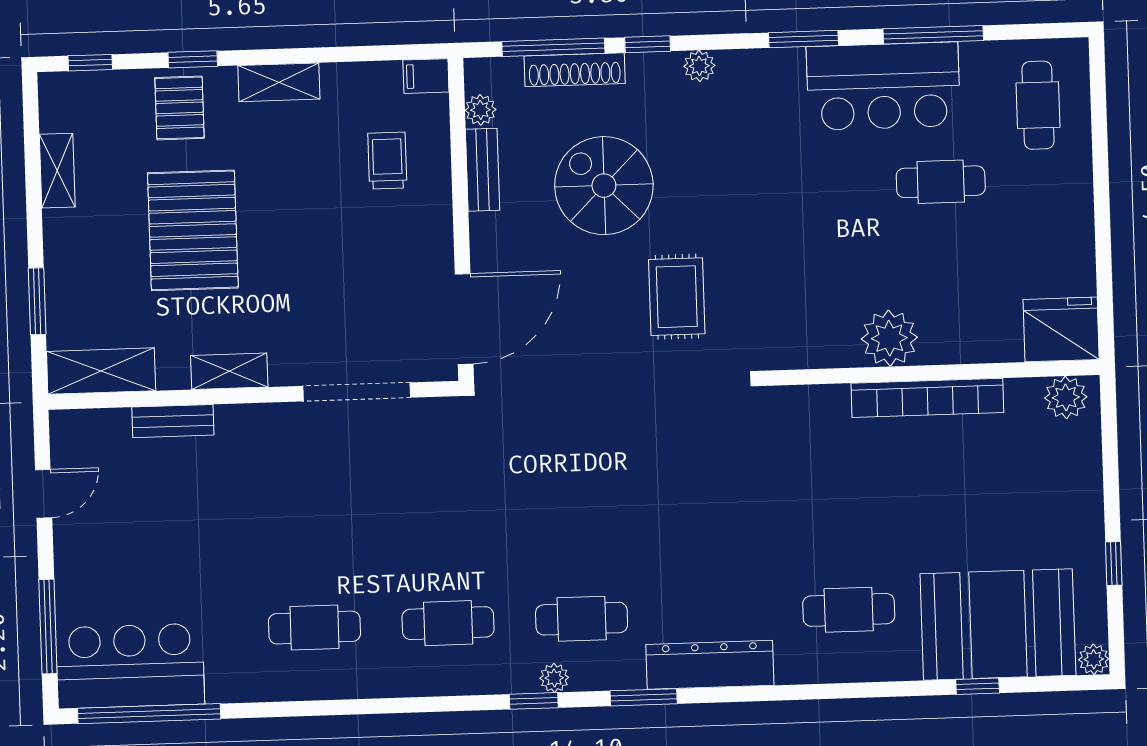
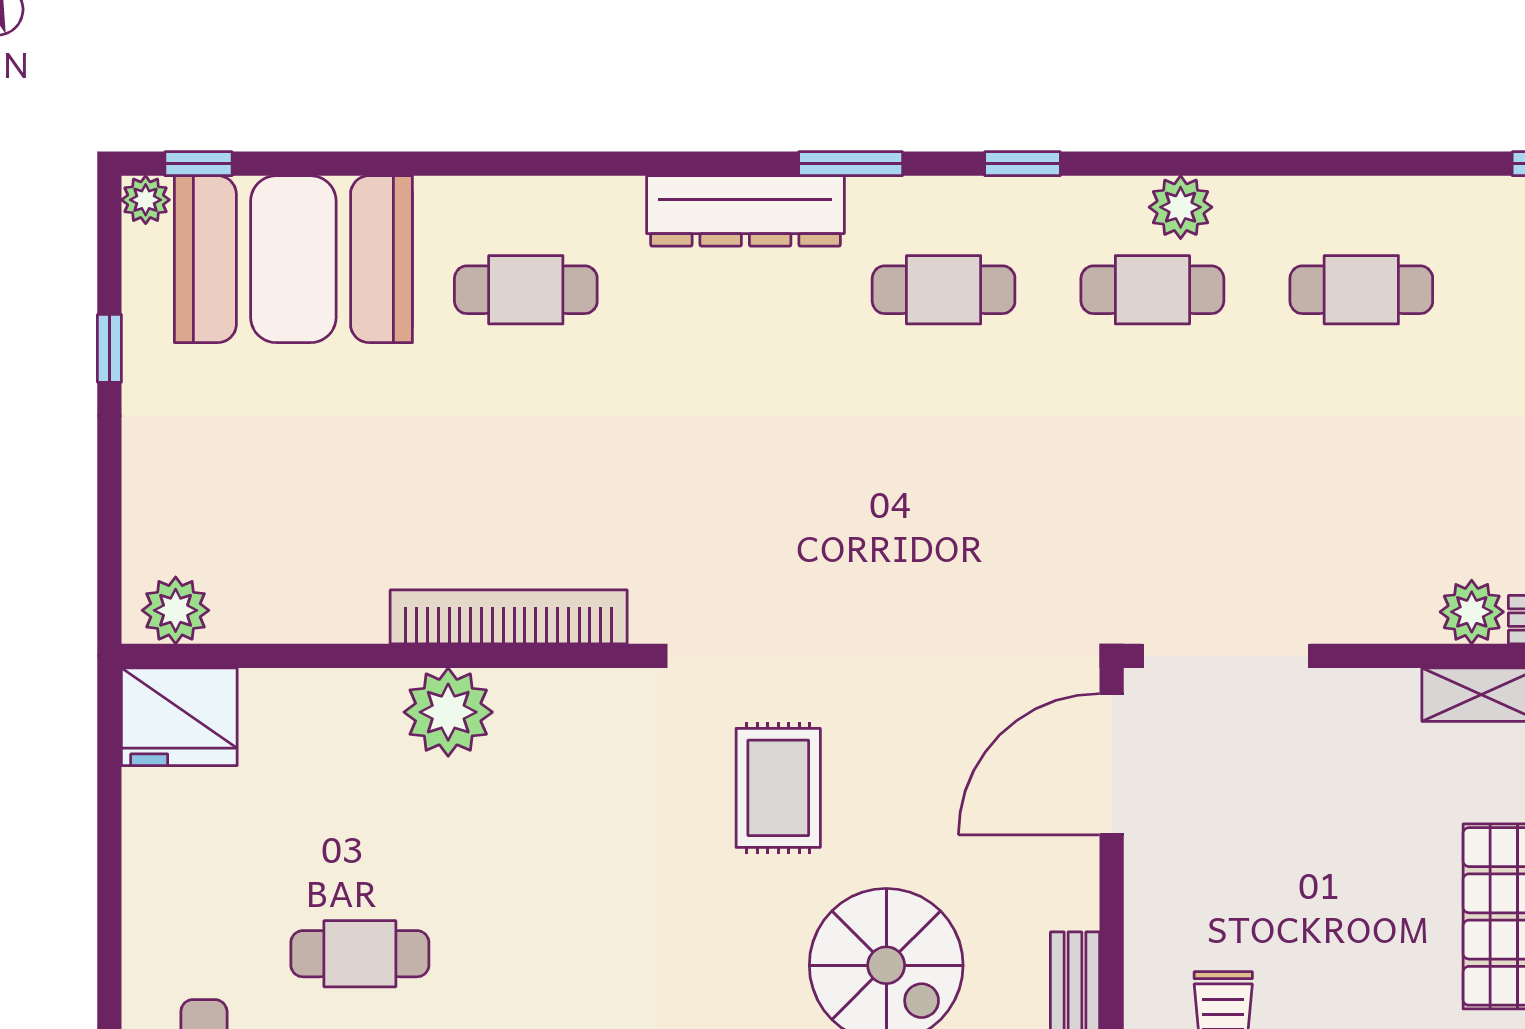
doorway: (357, 392) -> (1226, 656), moved
bookcase: (927, 398) -> (509, 617), moved
plant: (237, 424) -> (1472, 612), added
plant: (554, 678) -> (1181, 207), moved, width x1.38, depth x1.38
window: (978, 686) -> (198, 164), moved

